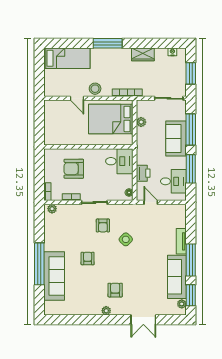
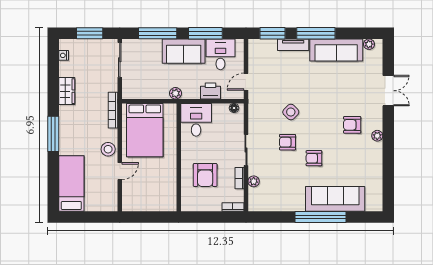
plant: (141, 122) -> (175, 93), moved
sofa: (176, 139) -> (184, 51), moved
plant: (52, 209) -> (254, 181), moved
armchair: (103, 226) -> (287, 142), moved, turned 180
window: (191, 295) -> (272, 33), moved

